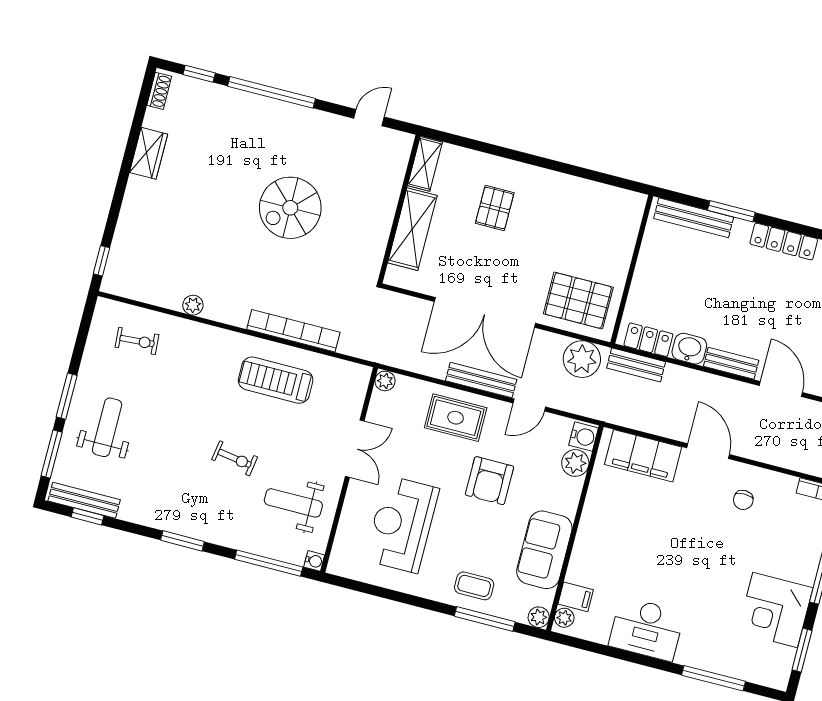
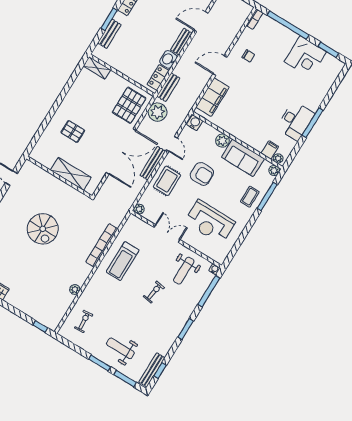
shelving: (425, 164) -> (97, 68), moved
bench: (694, 218) -> (109, 34), width x0.73
plant: (575, 463) -> (223, 141), moved
window: (714, 678) -> (313, 123), moved

